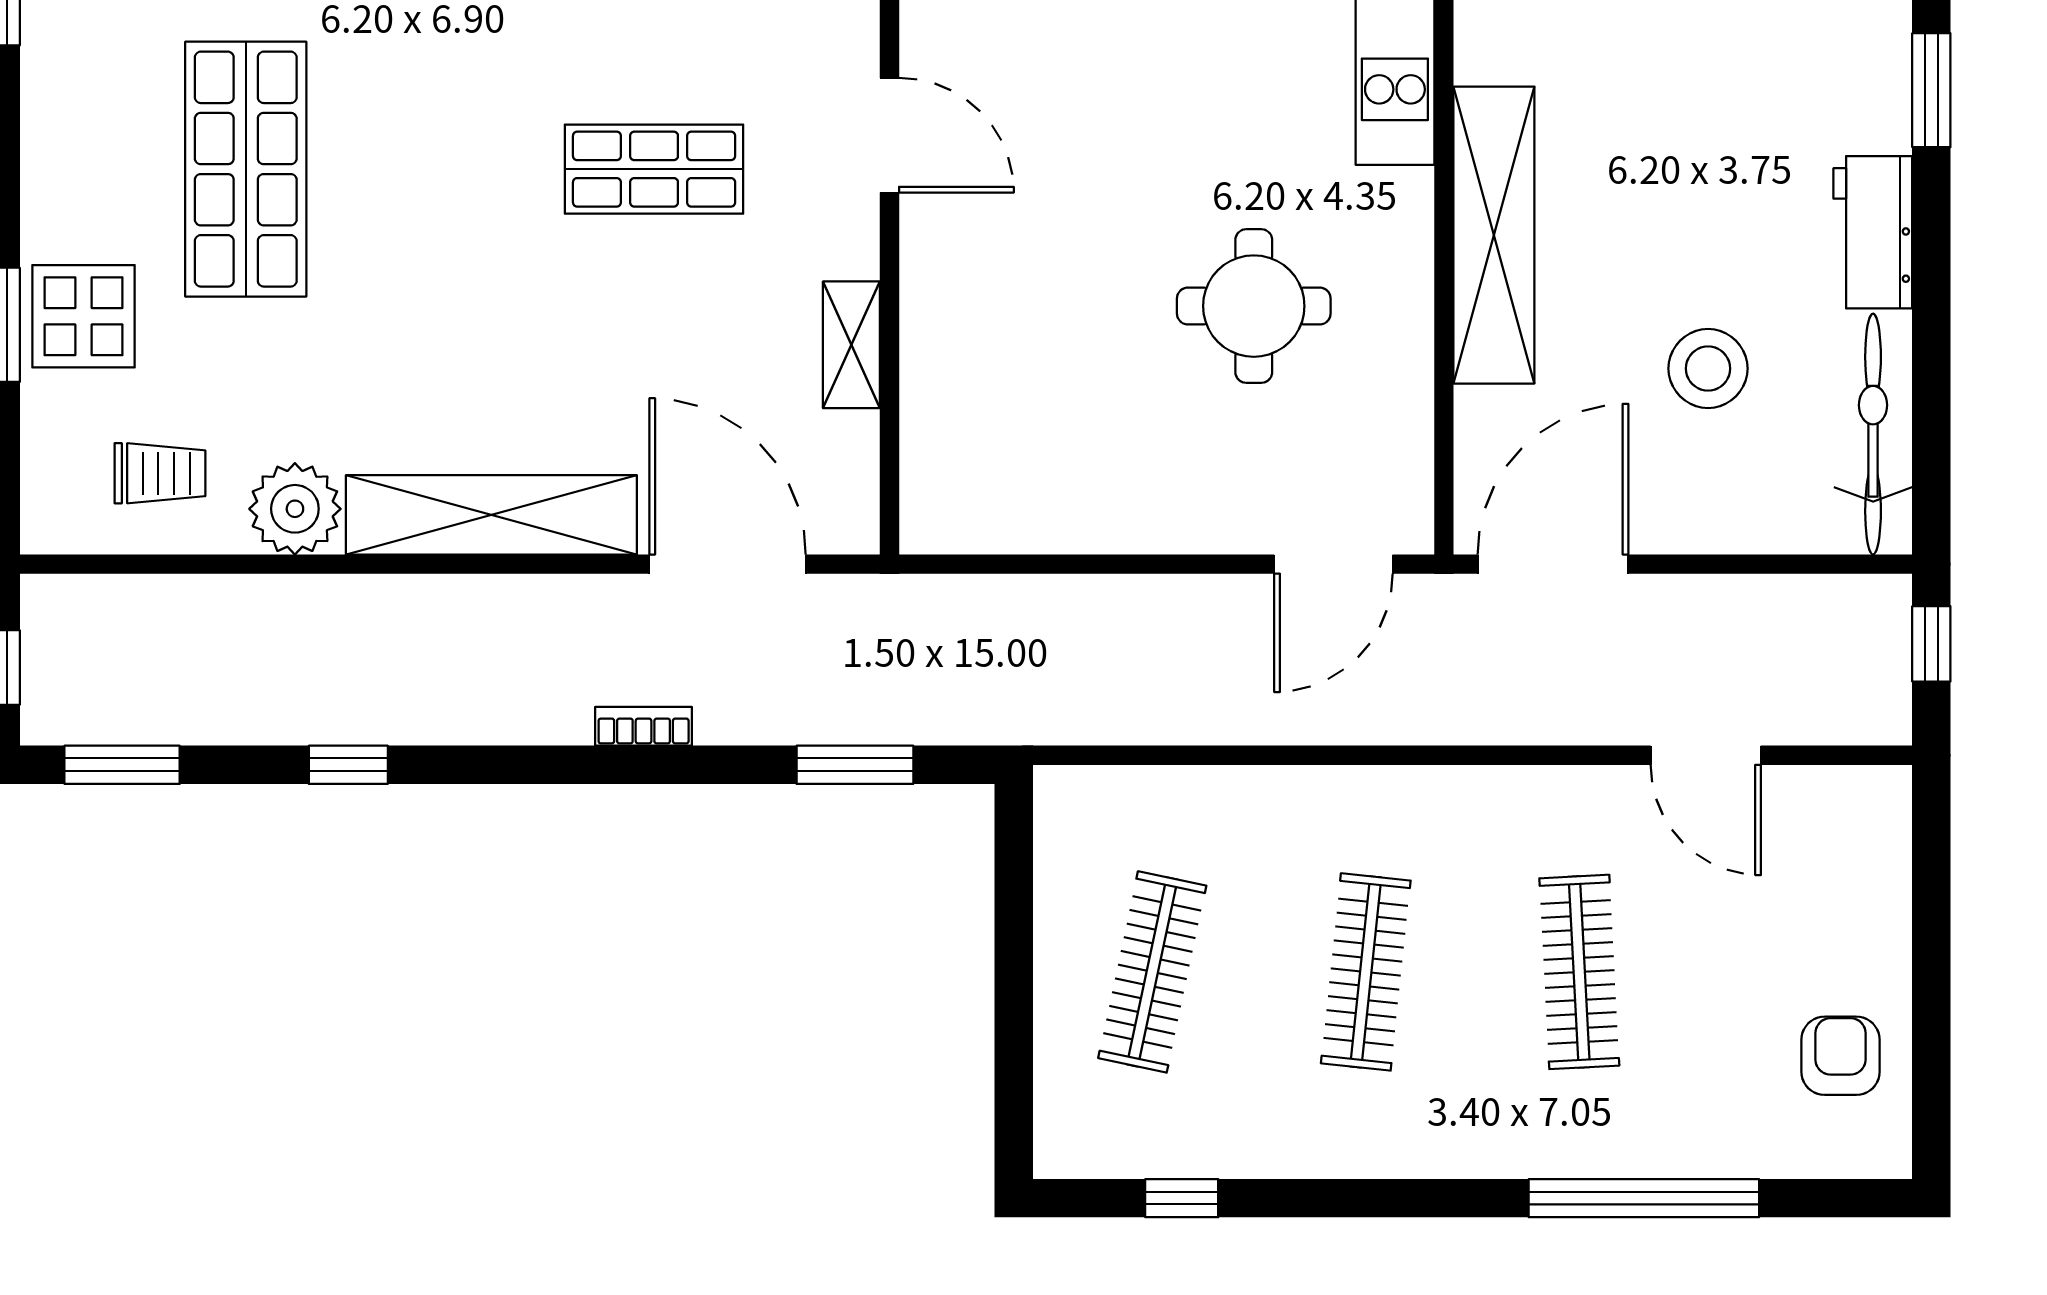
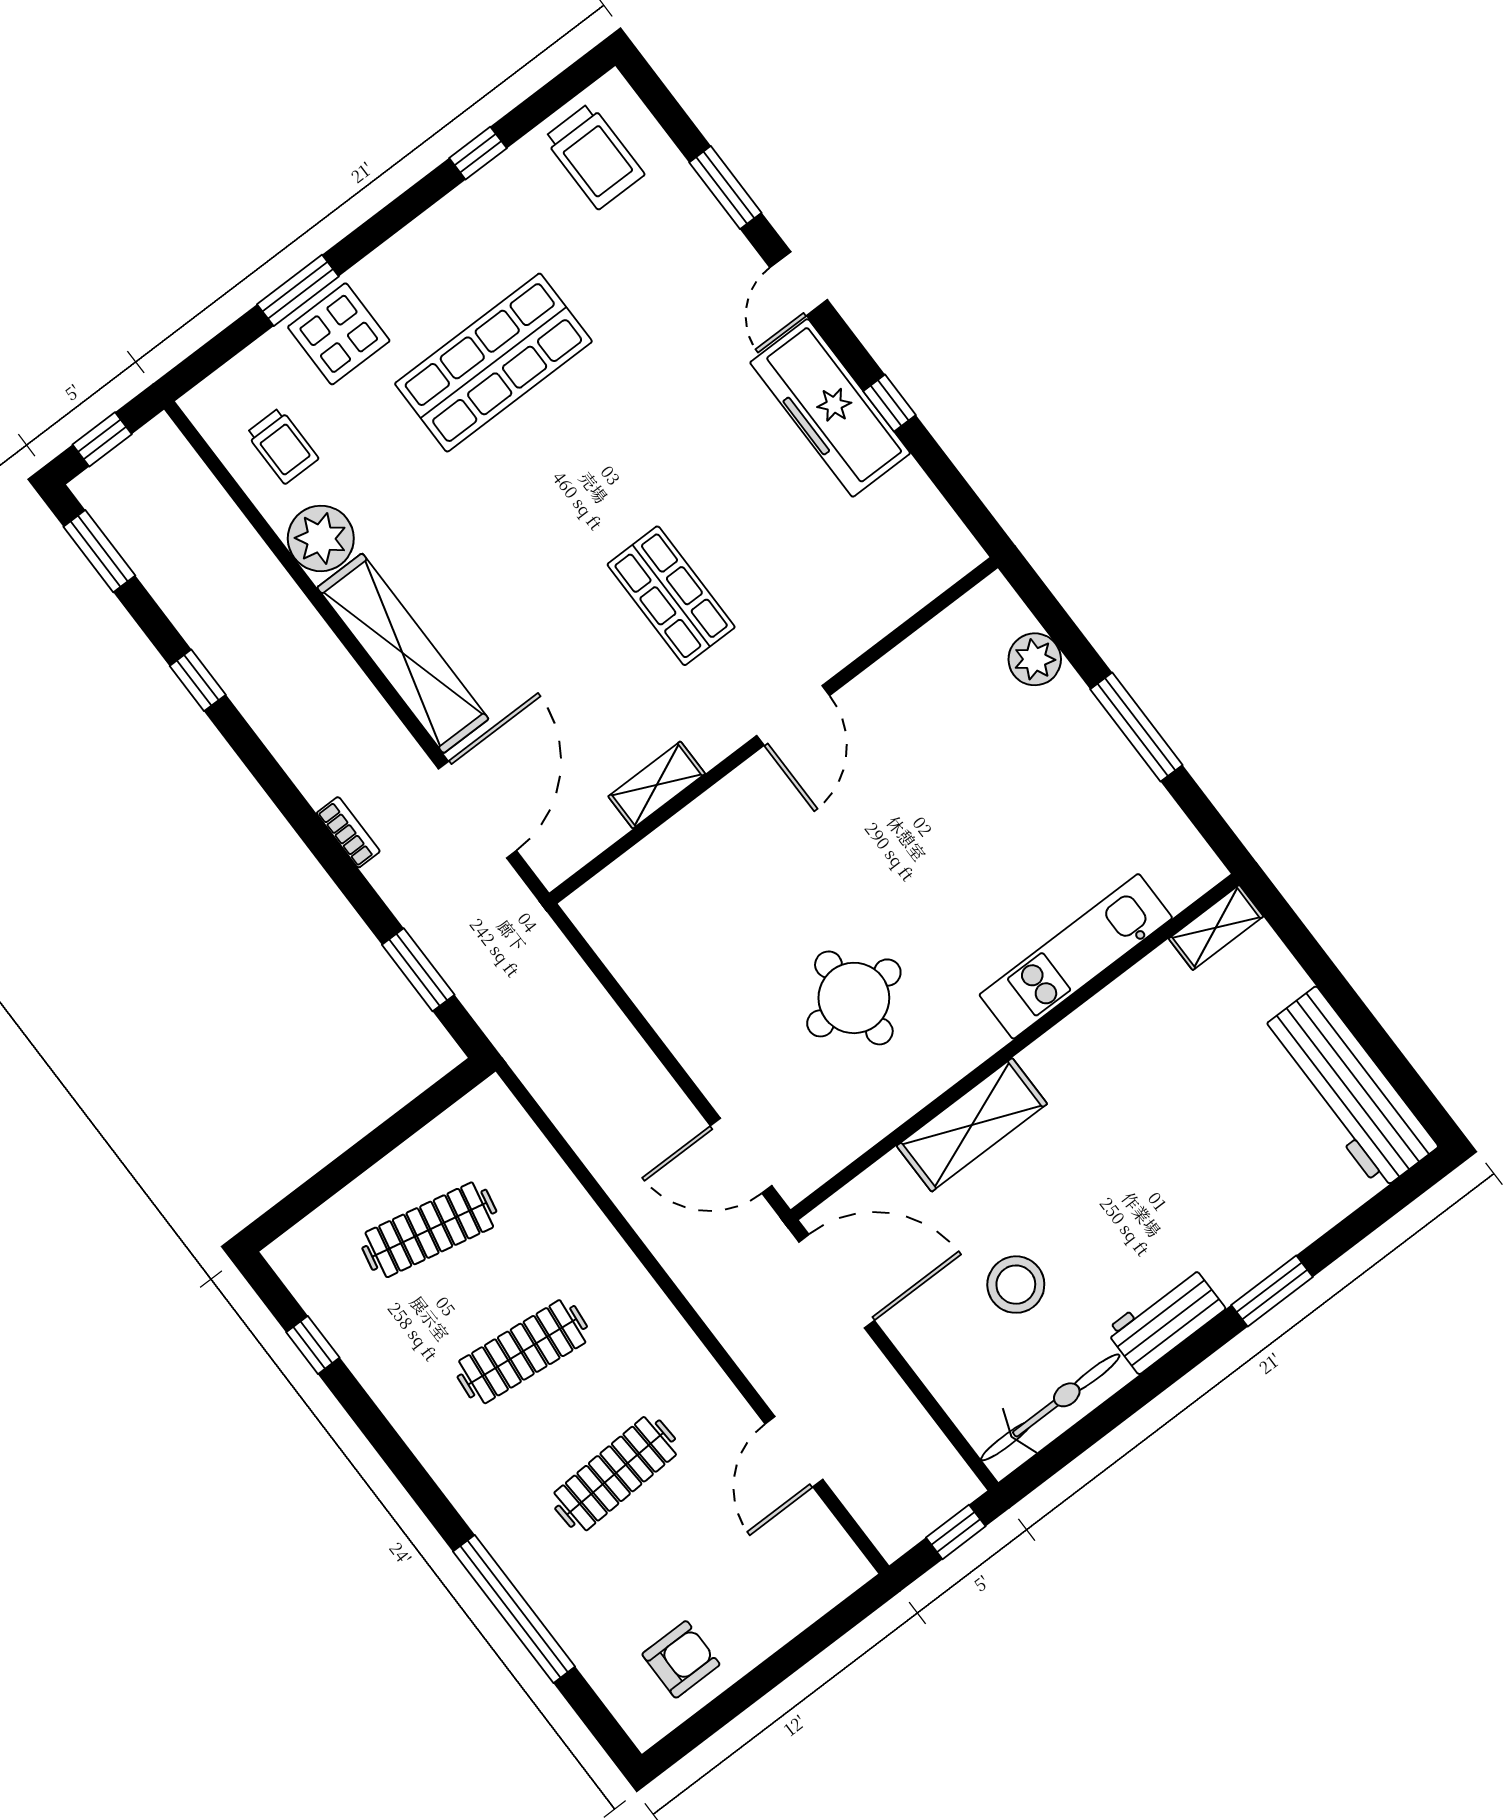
shelving: (1494, 235) -> (972, 1125), width x0.68

